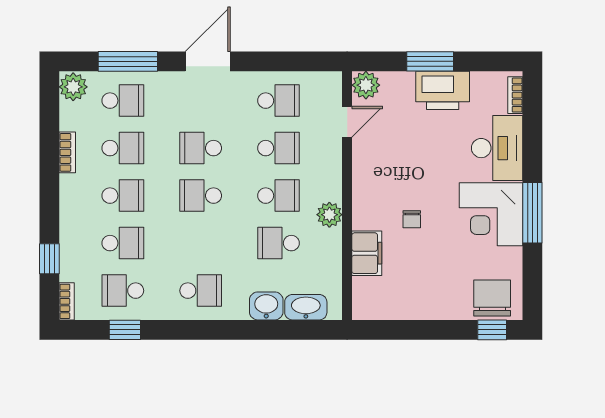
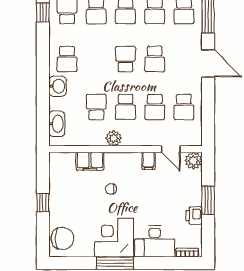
printer: (443, 90) -> (194, 216), width x0.53, depth x0.68
school desk: (201, 148) -> (155, 59), turned 180
filing cabinet: (366, 158) -> (148, 161), added
washbasin: (266, 306) -> (58, 86), moved
window: (492, 330) -> (43, 203), moved

